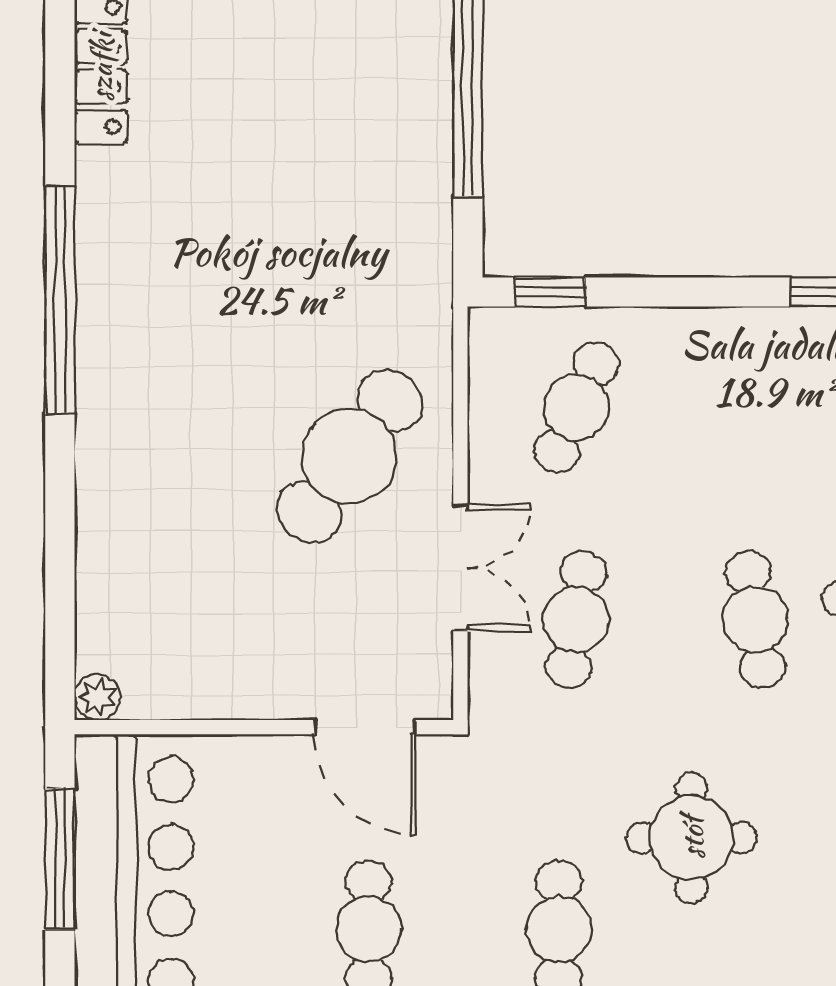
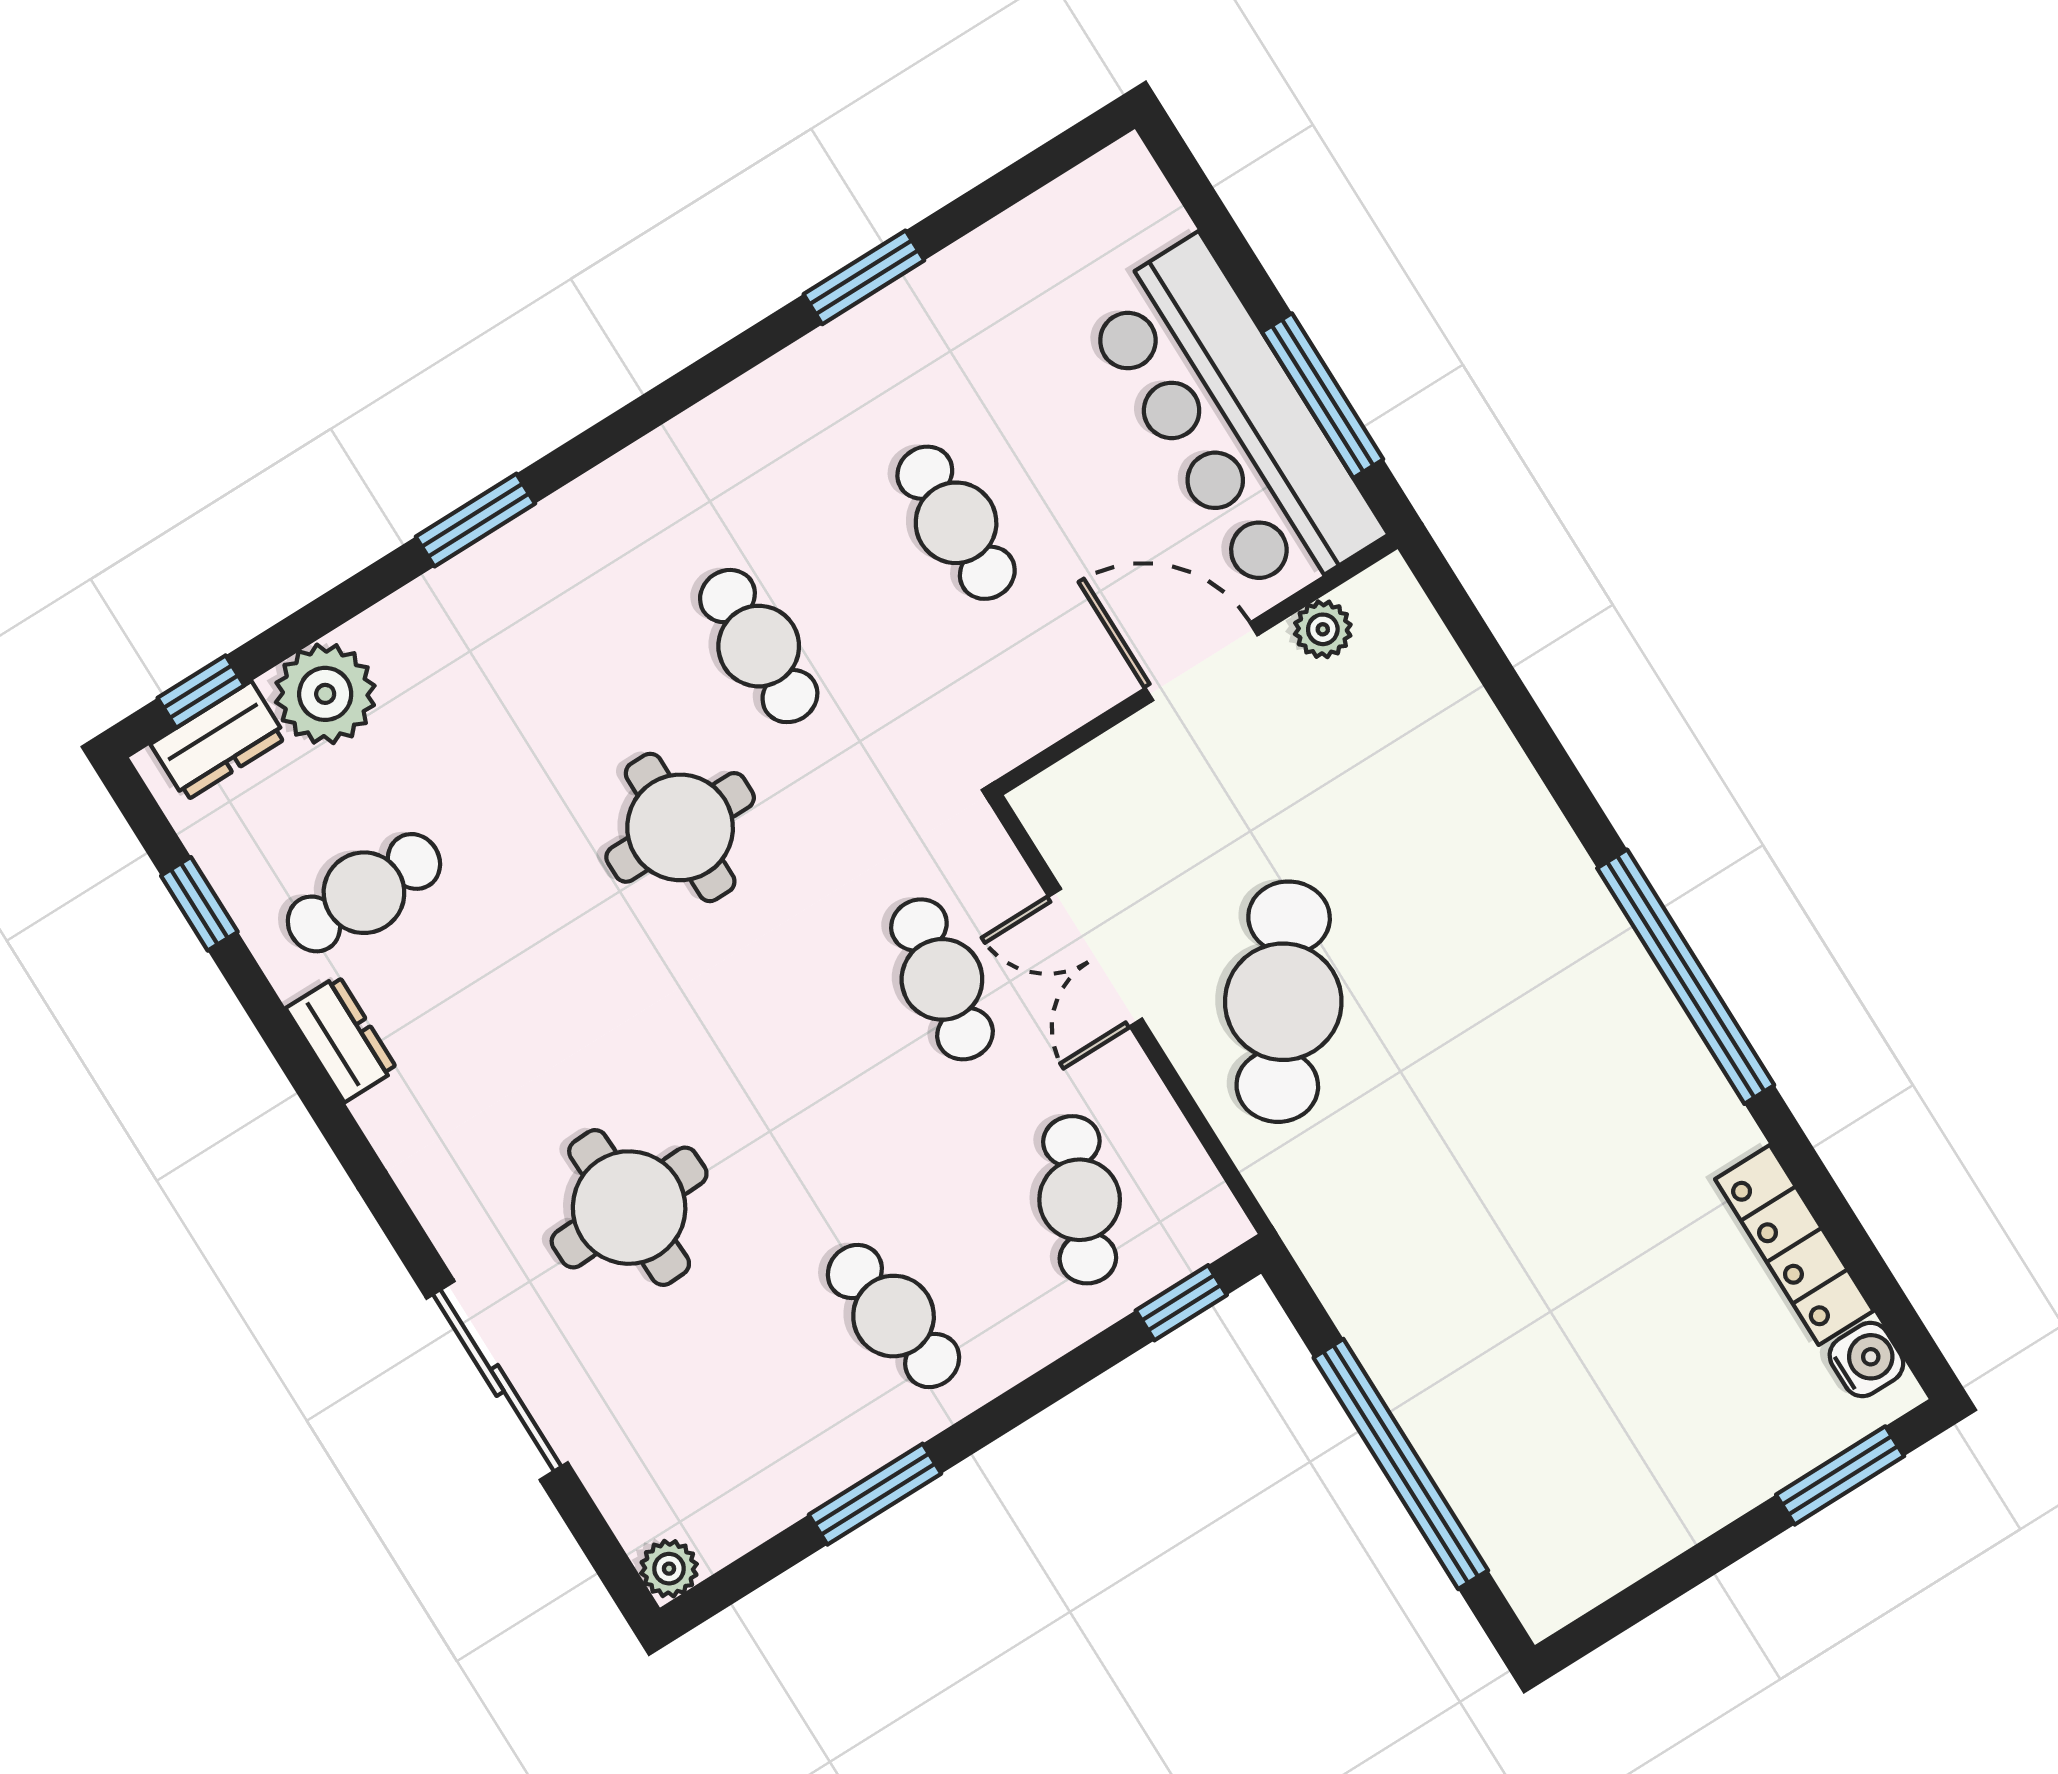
cafe table: (755, 619) -> (894, 1316), moved
plant: (98, 697) -> (1323, 629), moved
door: (365, 727) -> (1201, 662), moved

